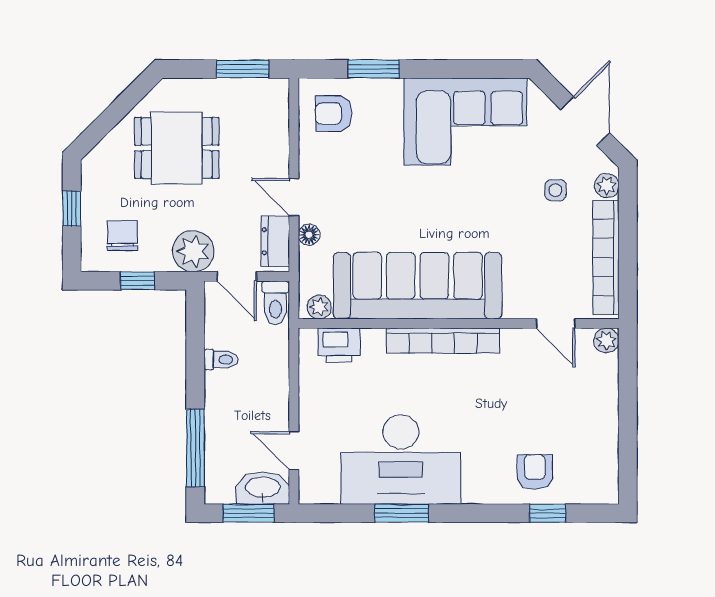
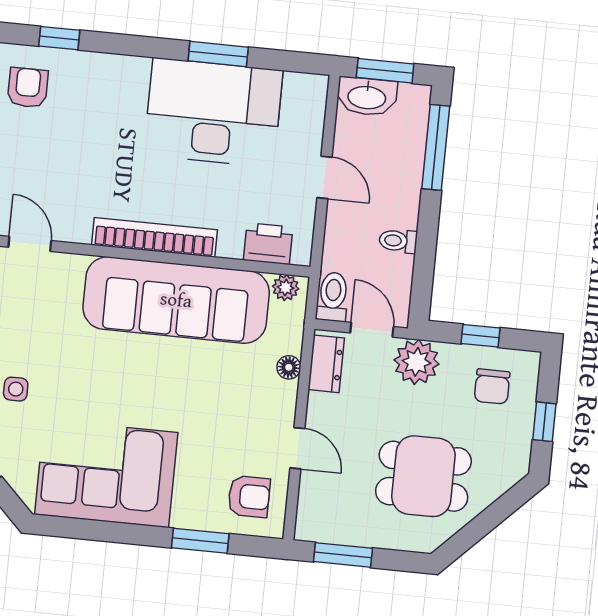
door: (294, 197) -> (297, 448), moved
door: (294, 451) -> (324, 177), moved
armchair: (535, 472) -> (28, 88), moved, turned 180

